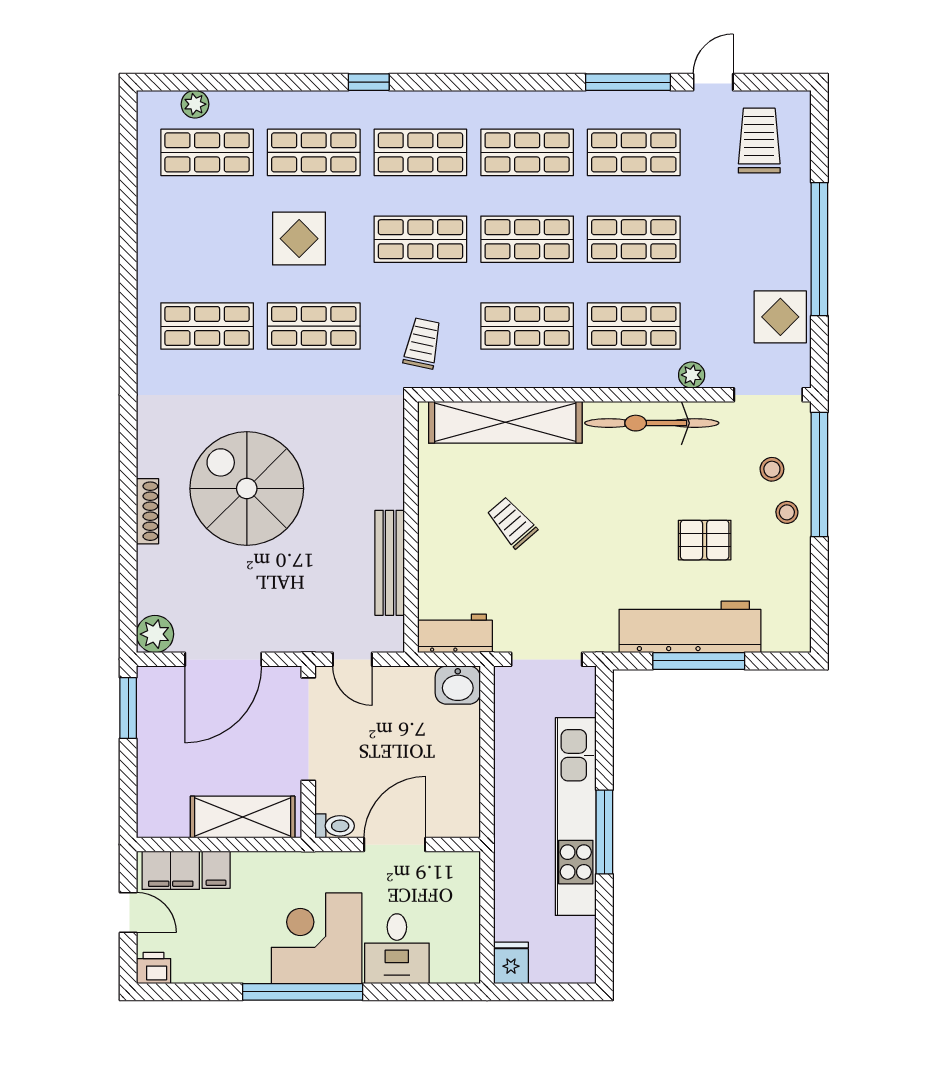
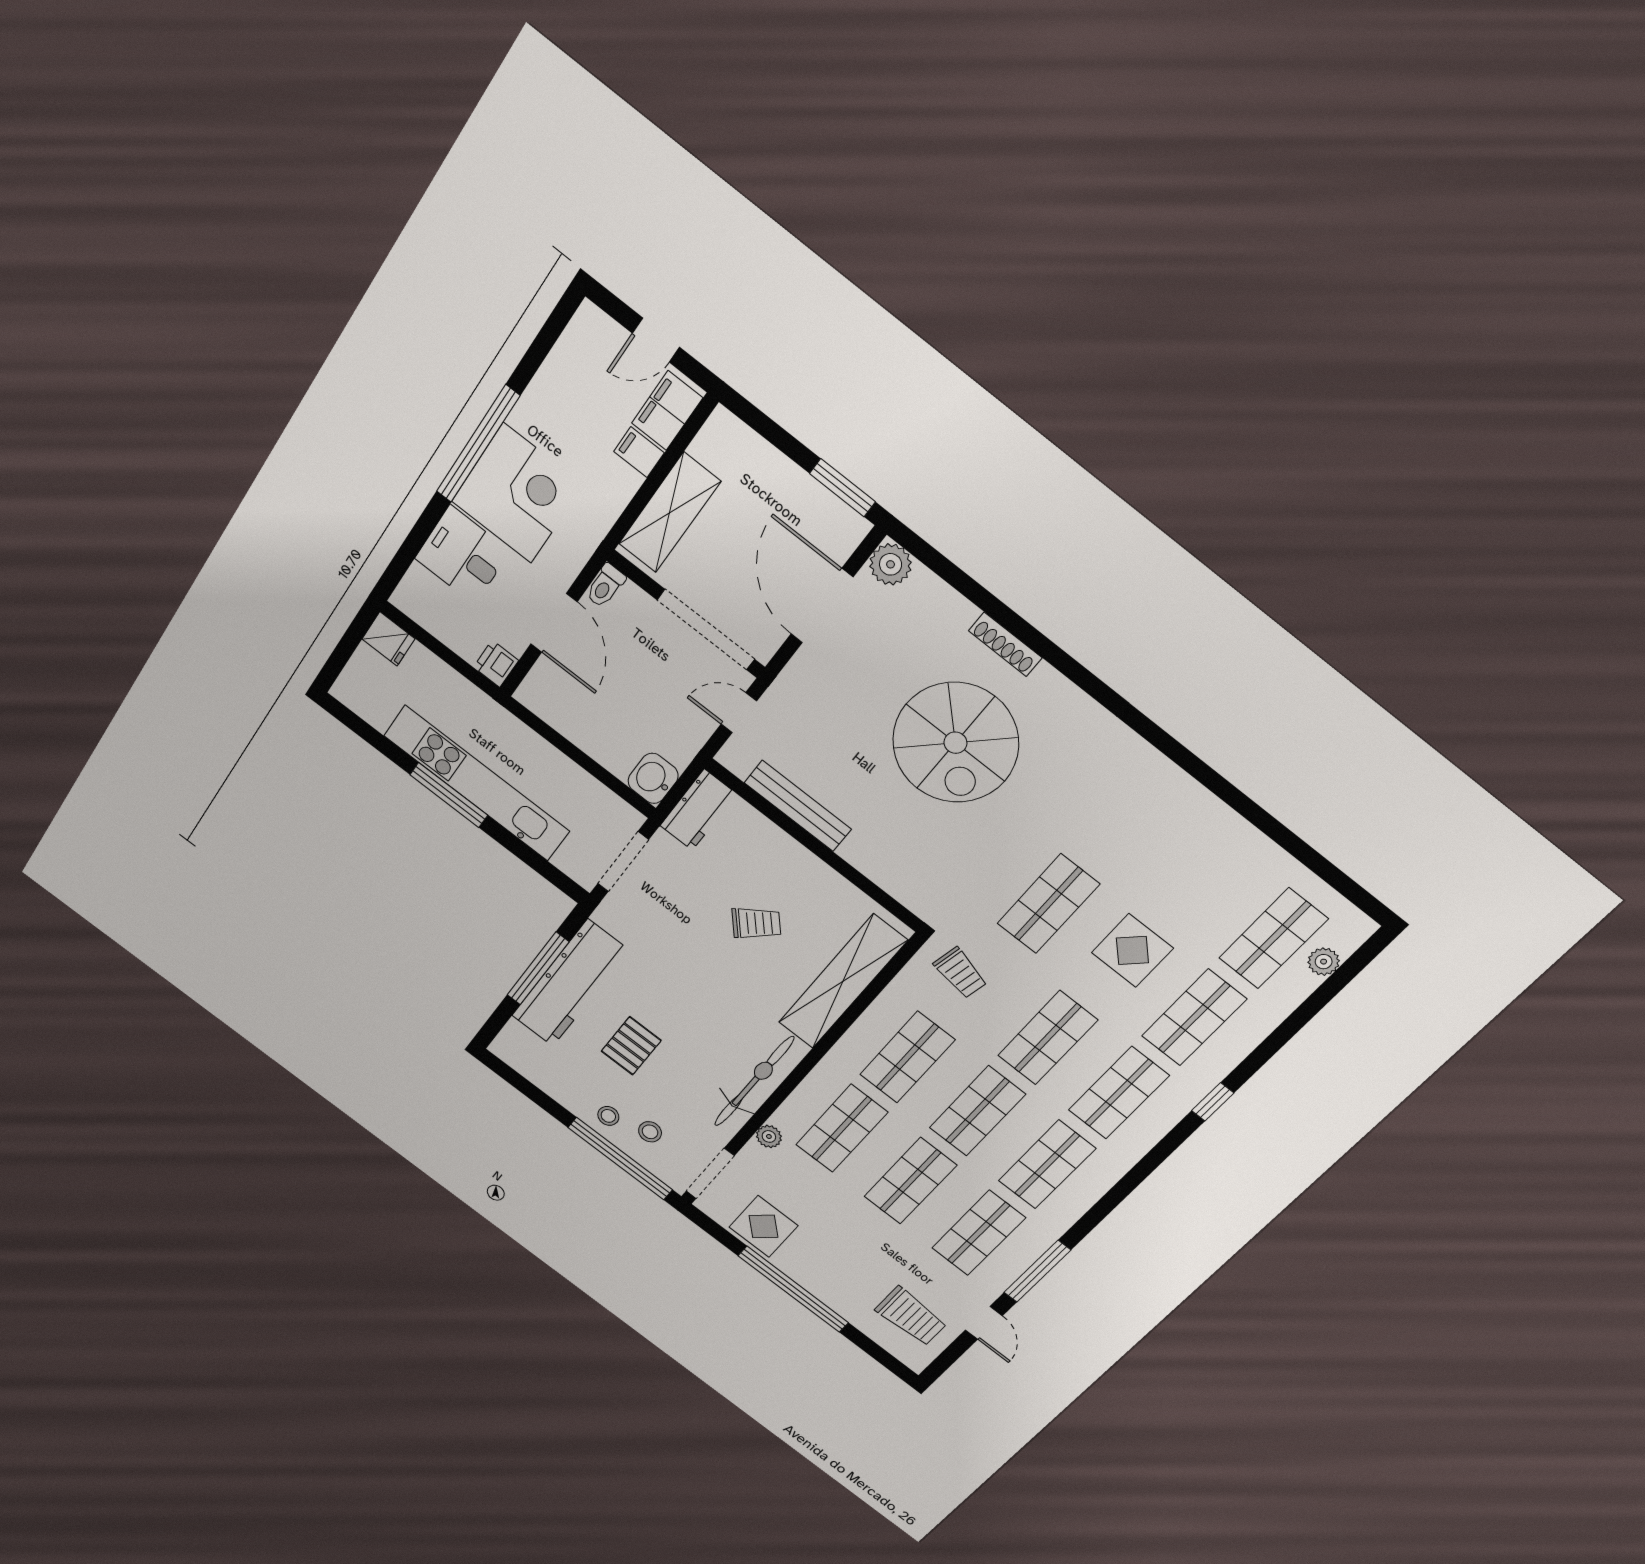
shop shelf: (207, 326) -> (1124, 821), removed
spiral stairs: (247, 489) -> (955, 743), turned 90
printer: (153, 968) -> (496, 664), moved, turned 180

